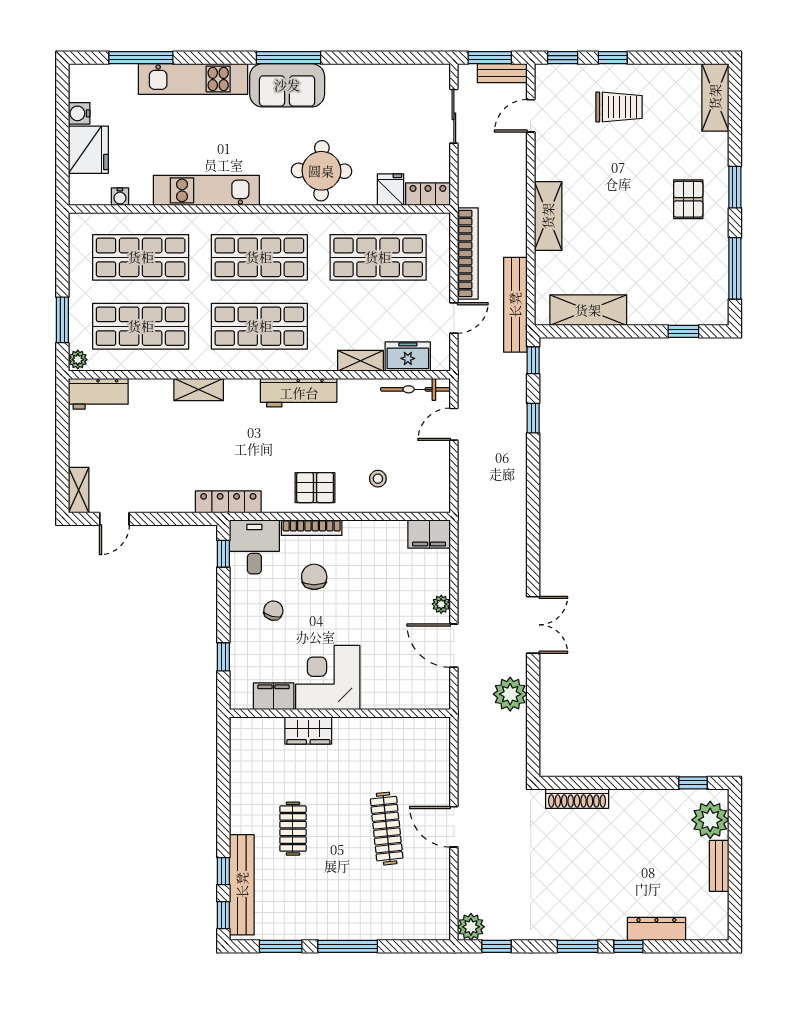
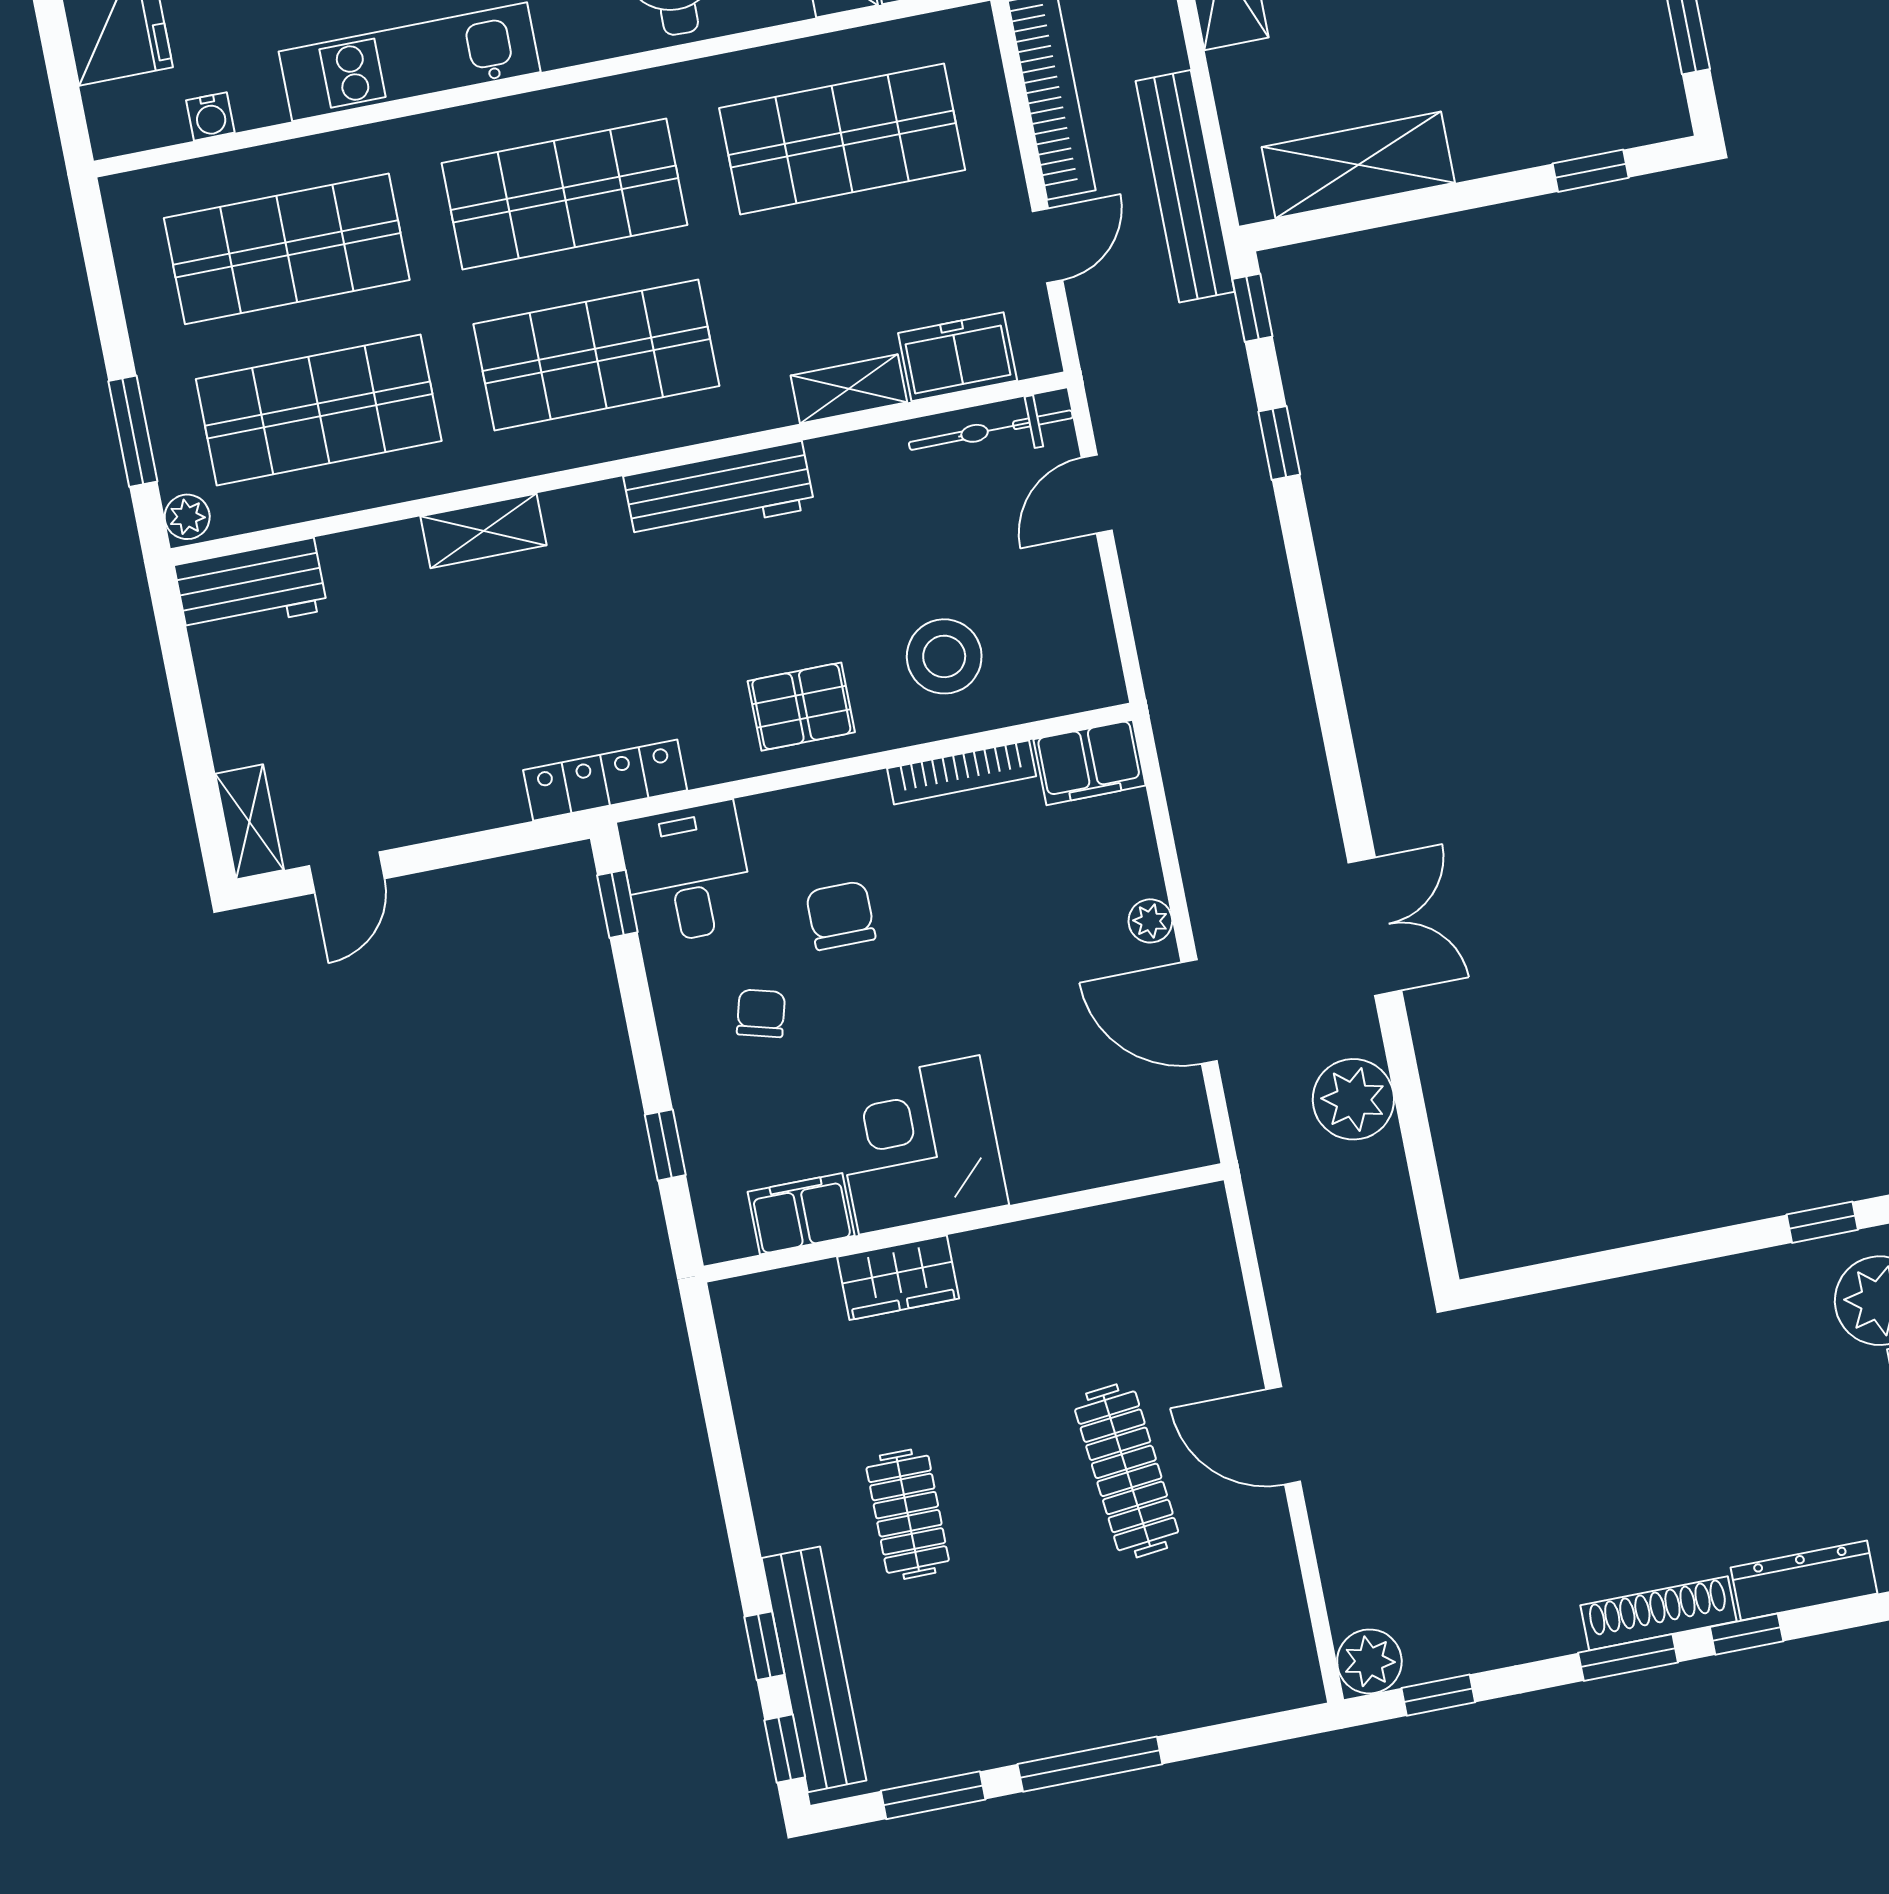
stool: (378, 479) -> (944, 656), width x1.89, depth x1.89
bookcase: (312, 528) -> (962, 772), moved
shoe rack: (577, 799) -> (1659, 1613), moved, turned 180

